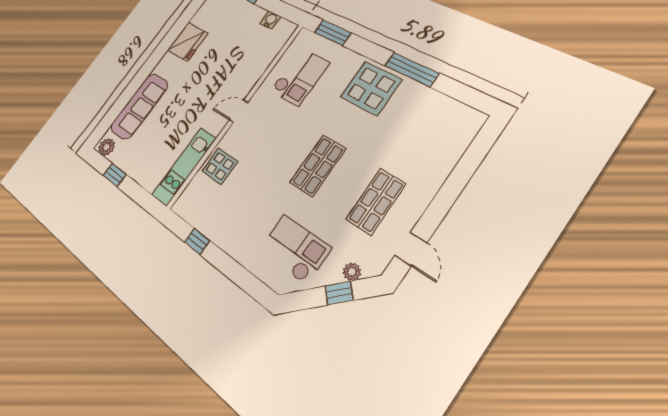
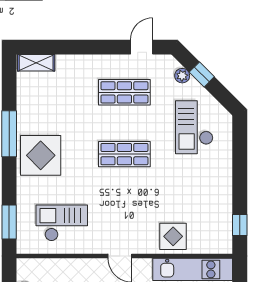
shelving: (467, 131) -> (36, 63), added
window: (197, 241) -> (240, 225), moved

